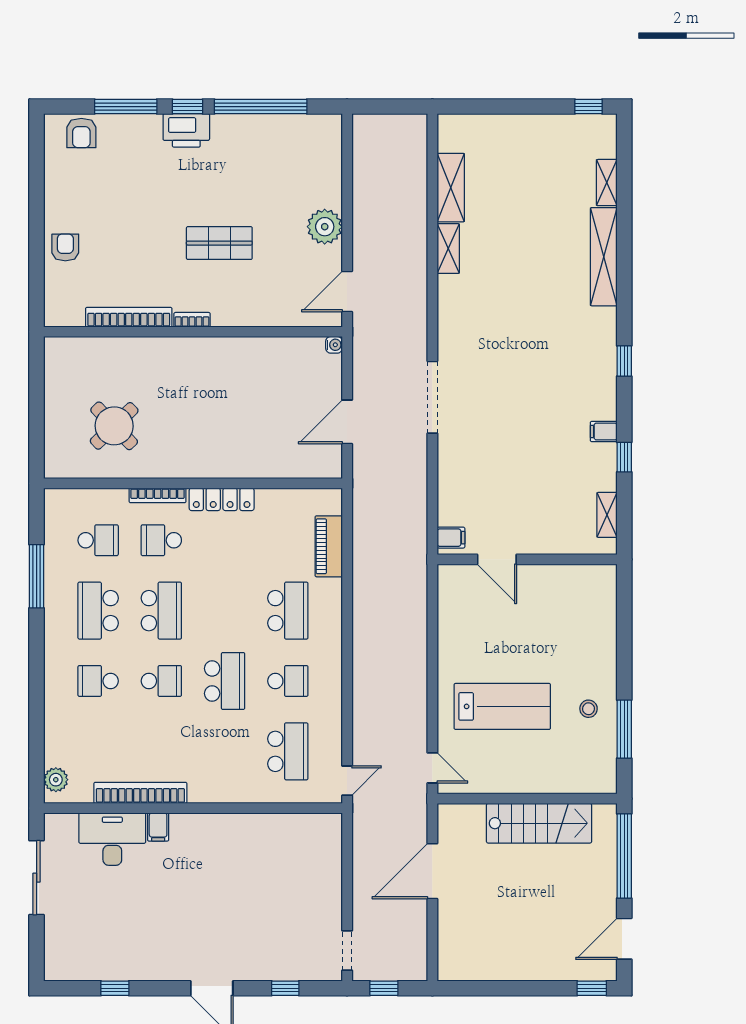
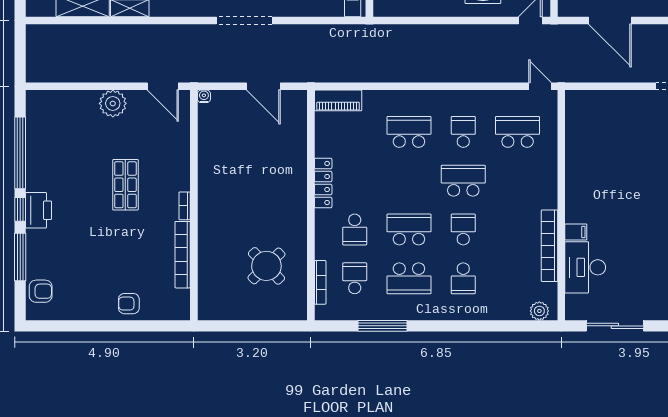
bookcase: (158, 495) -> (320, 282), moved
piano: (329, 546) -> (338, 100), moved

